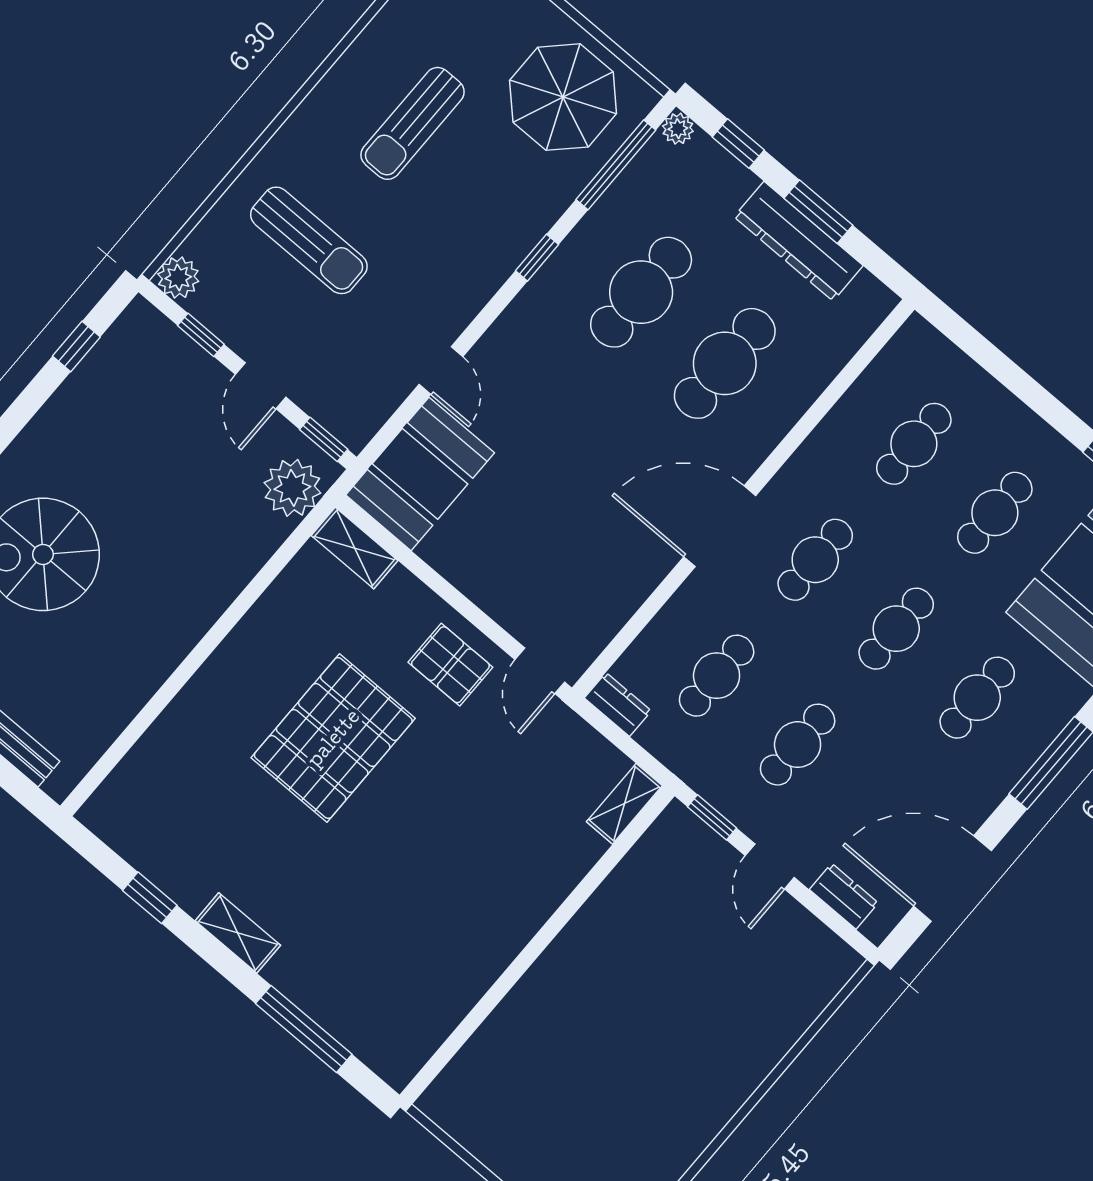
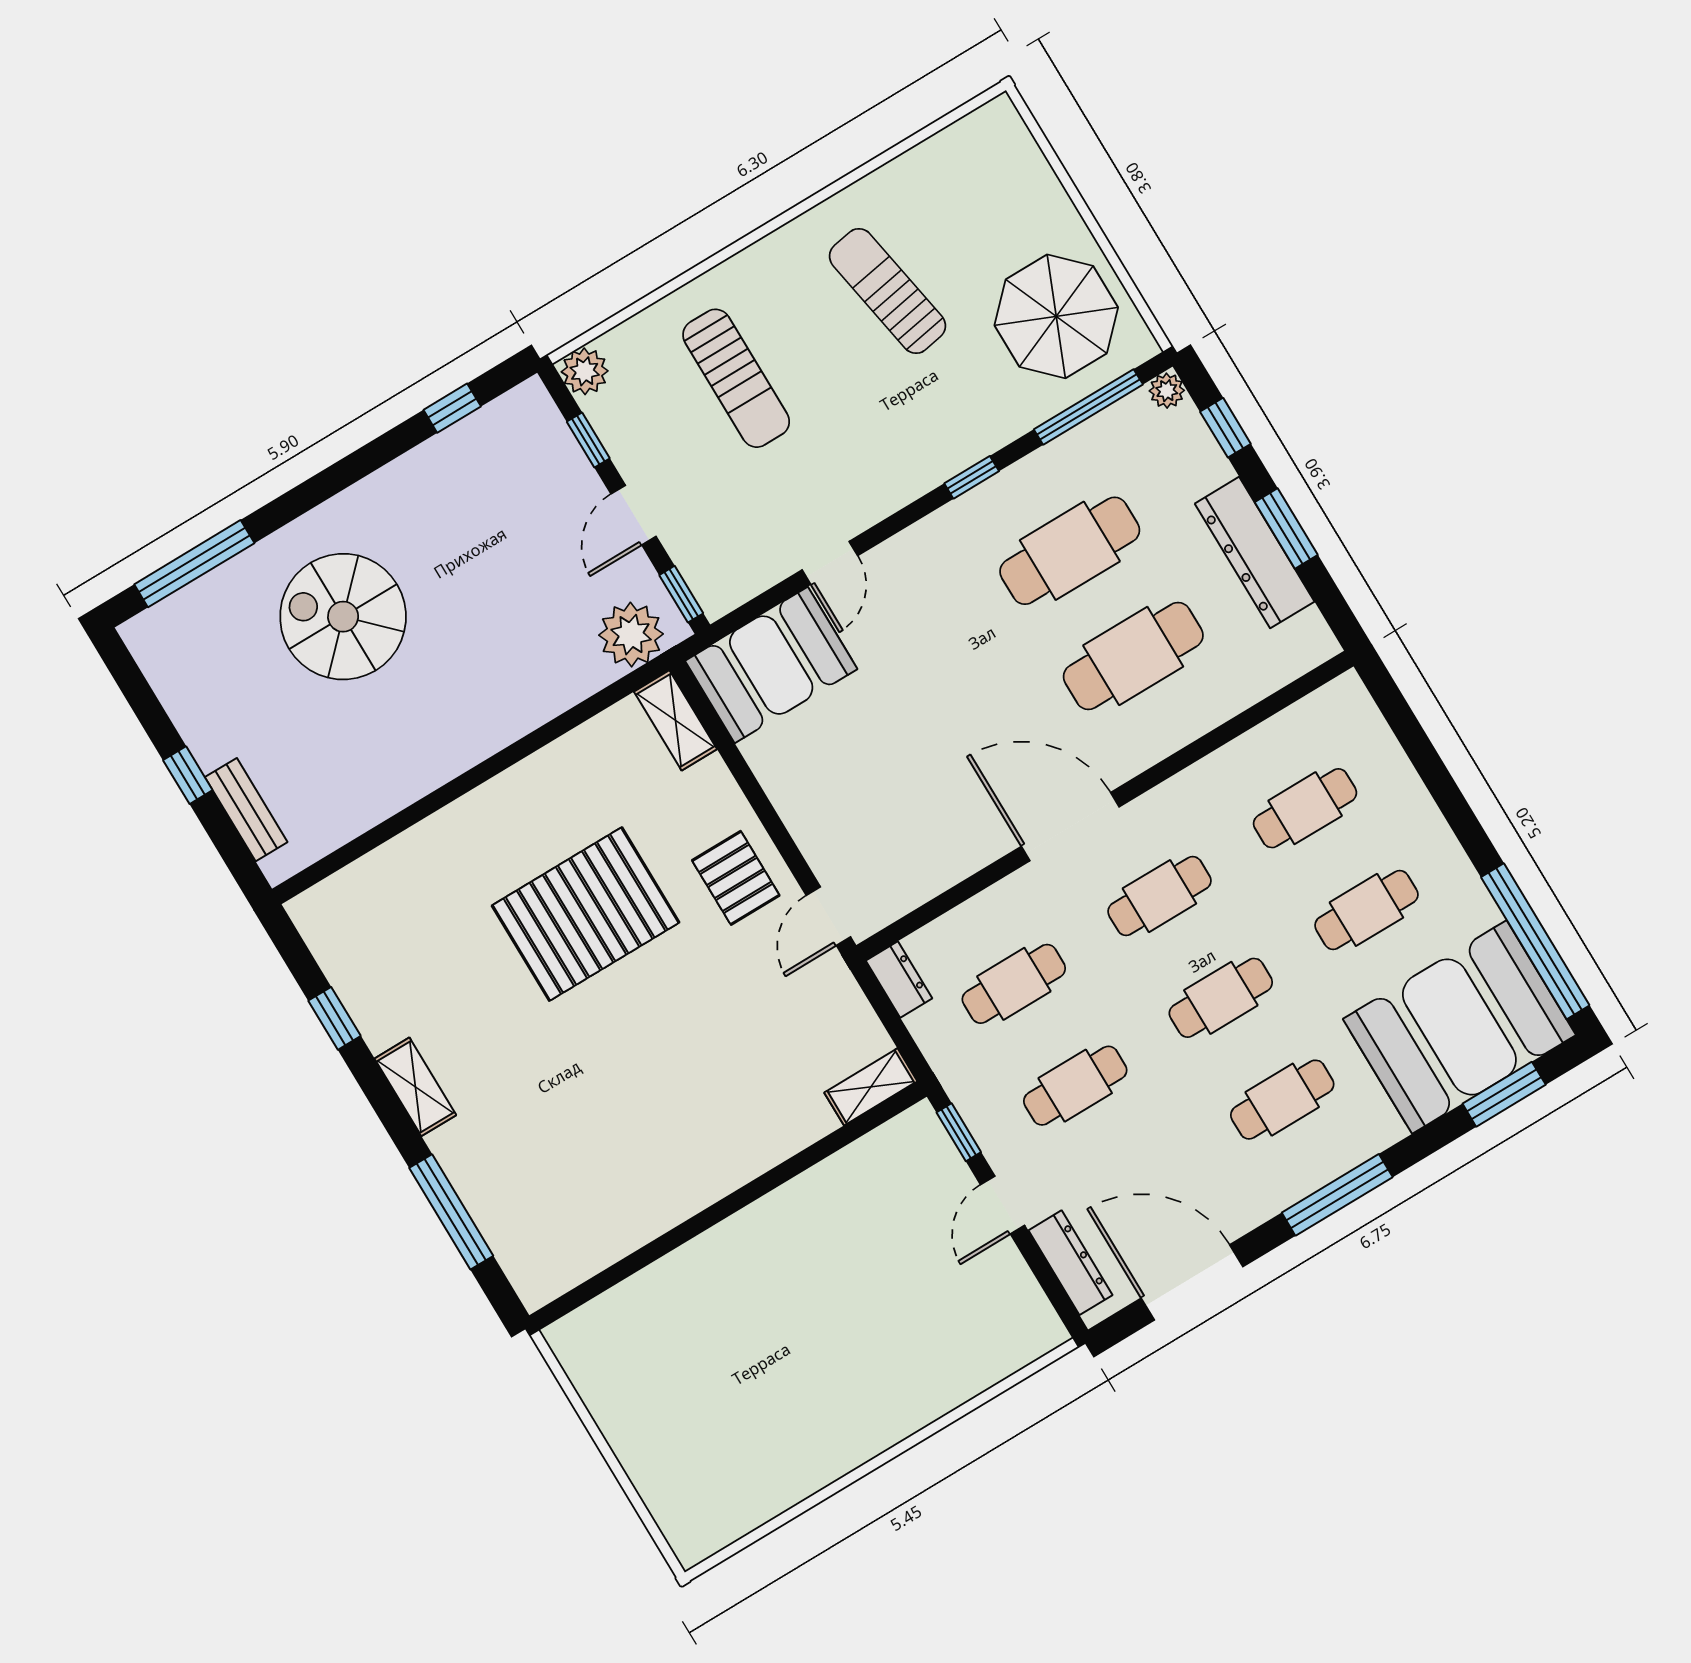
sun lounger: (413, 123) -> (887, 291), turned 80
dresser: (844, 896) -> (1071, 1263), width x1.44

